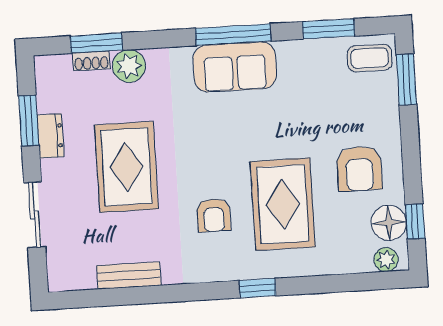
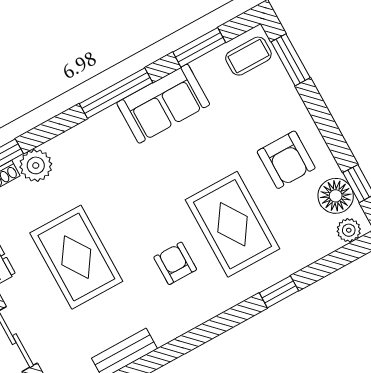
sofa: (235, 67) -> (163, 104), moved
armchair: (214, 215) -> (175, 263), turned 180
window: (257, 288) -> (279, 292), moved

